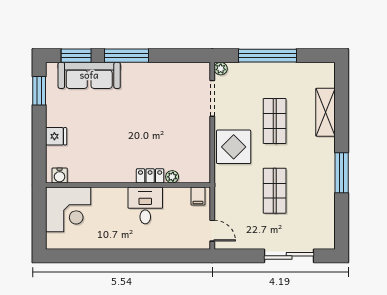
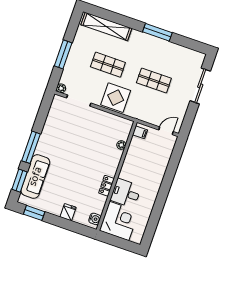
window: (267, 56) -> (63, 54), width x0.68
shelving: (325, 112) -> (106, 27), width x1.47
locker: (150, 176) -> (106, 186), moved
desk: (145, 205) -> (126, 193), moved

